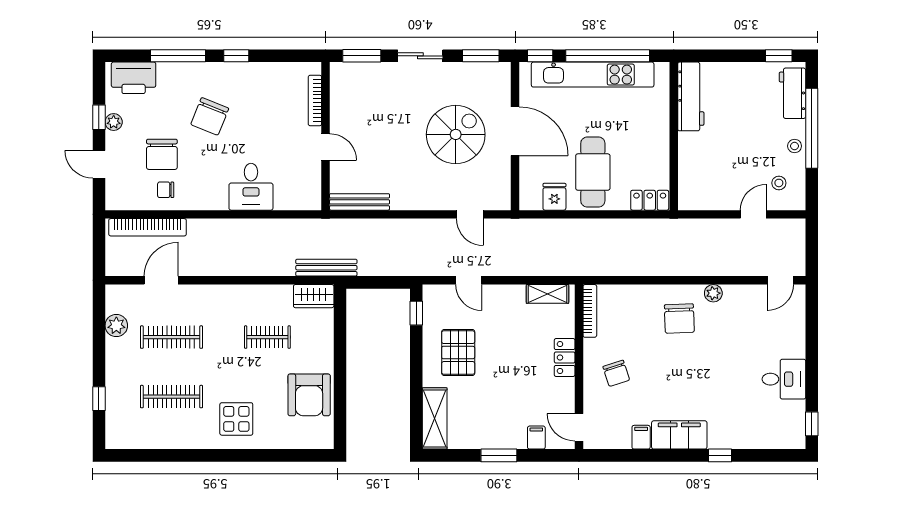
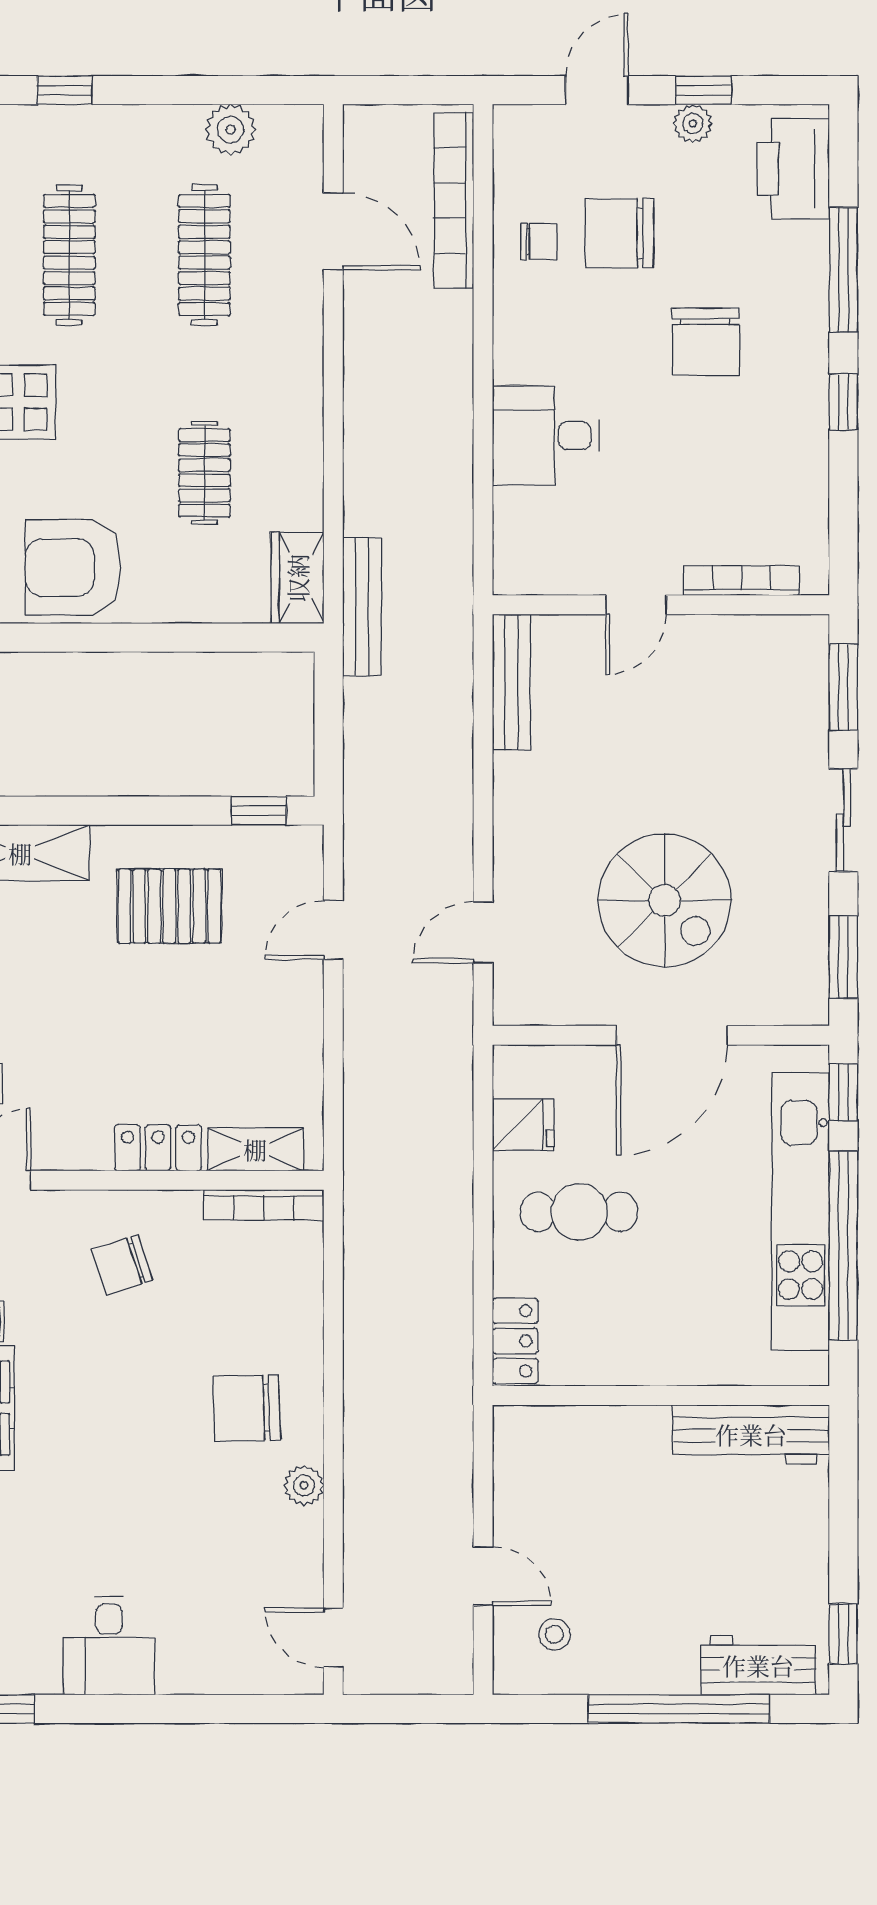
chair: (210, 116) -> (706, 342), turned -112
stool: (795, 146) -> (638, 1670), removed
cafe table: (593, 172) -> (579, 1212), width x0.73, depth x0.74
chair: (166, 190) -> (539, 242), turned 90
shelving: (547, 294) -> (255, 1149), moved, turned 90

